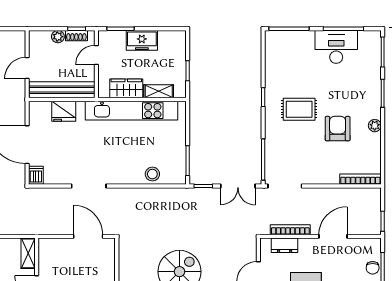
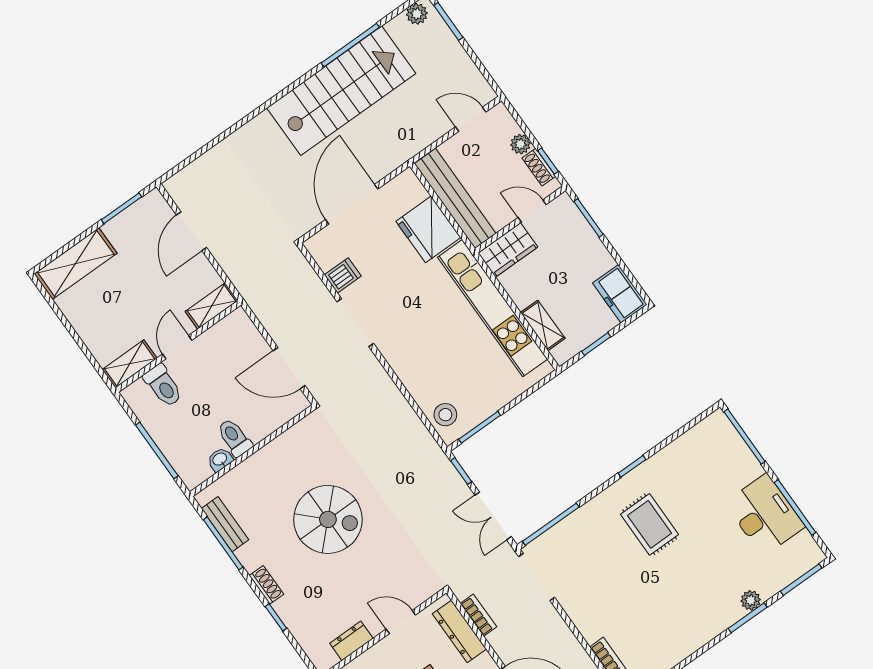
freezer: (142, 40) -> (620, 294), moved
door: (27, 68) -> (471, 119), moved
wardrobe: (126, 88) -> (508, 250), moved, turned 90
fridge: (64, 111) -> (428, 229), width x1.36, depth x1.34
plant: (375, 126) -> (751, 600), moved
armchair: (338, 129) -> (660, 592), removed
stool: (152, 174) -> (445, 415), moved
dishwasher: (36, 175) -> (343, 275), moved
bookcase: (290, 230) -> (478, 615), width x0.64
door: (88, 236) -> (289, 368), swing flipped
dresser: (285, 245) -> (459, 631), width x1.44

